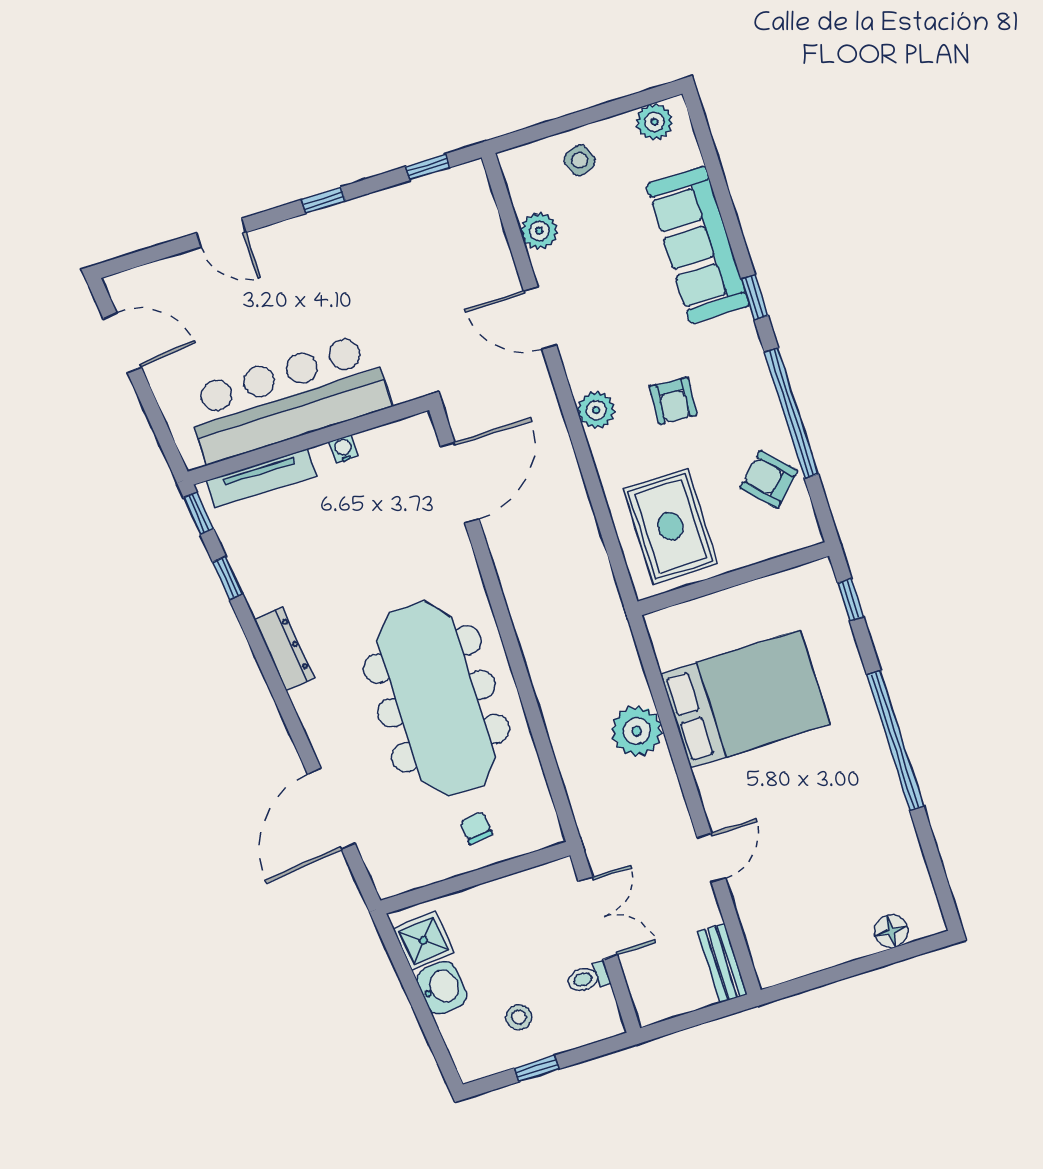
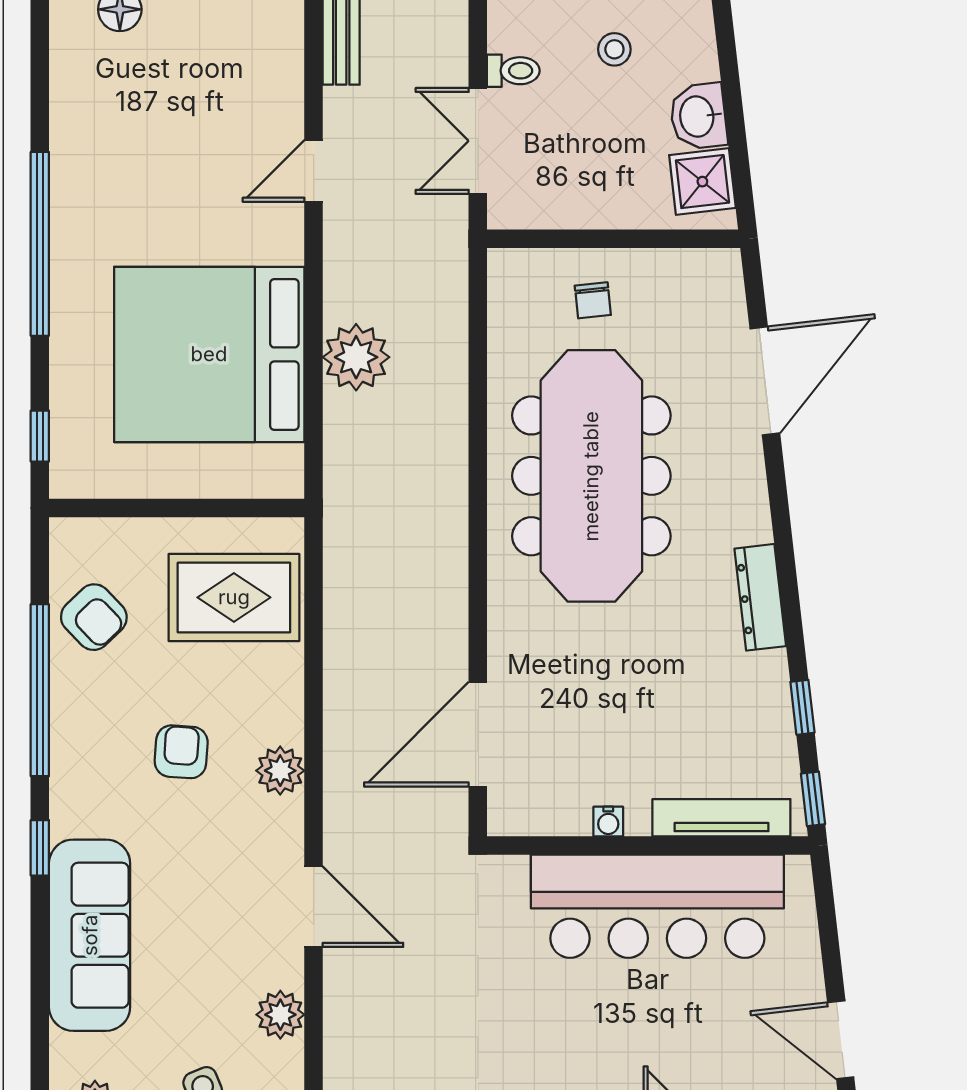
rug: (670, 526) -> (234, 597), turned 90
bed: (745, 699) -> (209, 354), width x1.36

